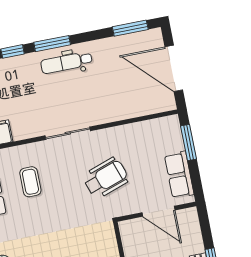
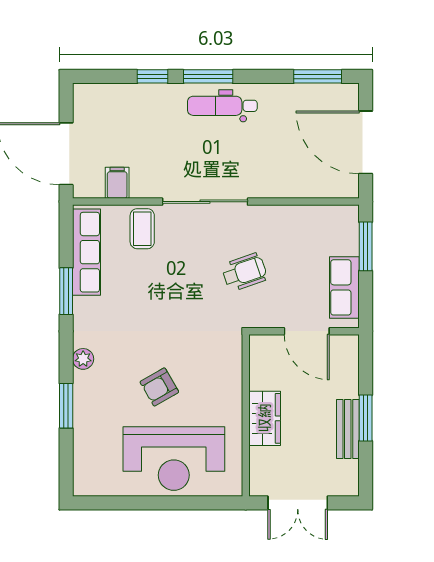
sliding door: (68, 133) -> (205, 202), width x1.37
wheelchair: (106, 178) -> (244, 272), width x0.73, depth x0.73
coffee table: (30, 182) -> (142, 229), moved

